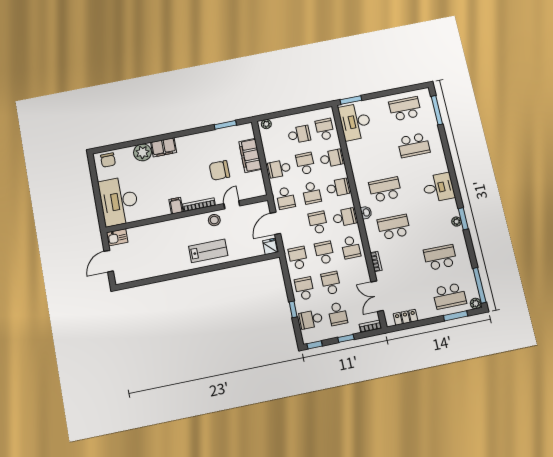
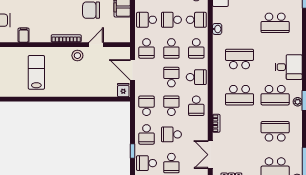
school desk: (305, 164) -> (171, 20), turned -90
school desk: (338, 188) -> (196, 48), turned 90
filing cabinet: (176, 206) -> (24, 35), moved
washbasin: (366, 213) -> (217, 29), moved
school desk: (431, 219) -> (275, 95), added
door: (275, 223) -> (133, 70), hinge flipped
school desk: (394, 227) -> (239, 95), turned 180
lab bench: (208, 251) -> (36, 72), moved, turned -90
school desk: (331, 283) -> (171, 134), turned -90
school desk: (304, 288) -> (147, 134), turned 180

